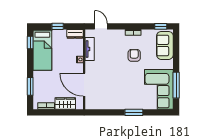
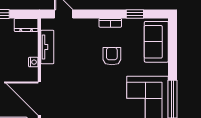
window: (161, 26) -> (135, 14), moved

